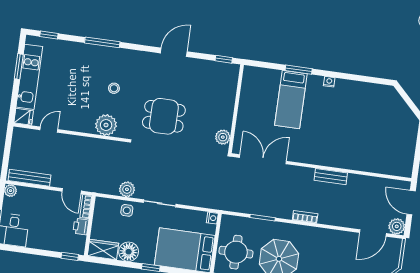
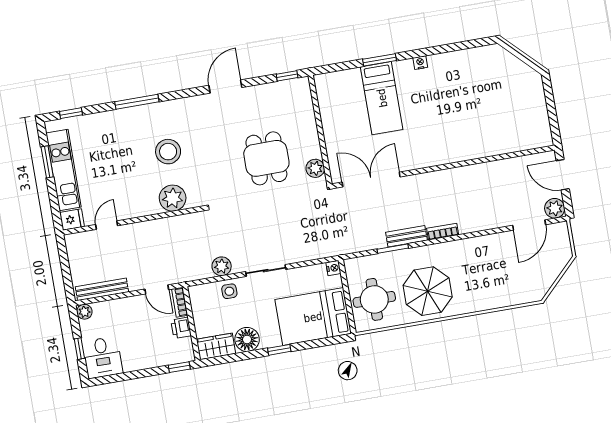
stool: (114, 88) -> (168, 152), width x1.89, depth x1.89
dining table: (164, 116) -> (266, 158), moved, turned 90
bench: (331, 177) -> (406, 236), moved

